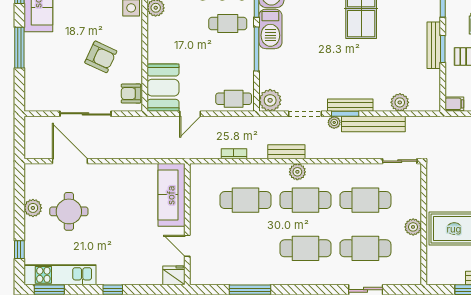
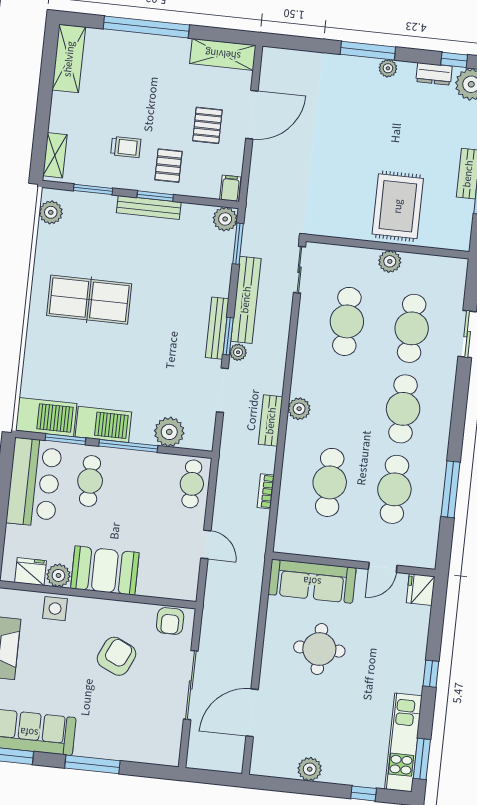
booth: (163, 88) -> (105, 571), moved
plant: (270, 100) -> (169, 432), moved
plant: (400, 102) -> (225, 219), moved
window: (414, 114) -> (238, 244), added
cafe table: (305, 200) -> (394, 489), moved
round table: (69, 211) -> (319, 649), moved

